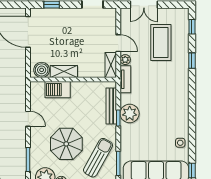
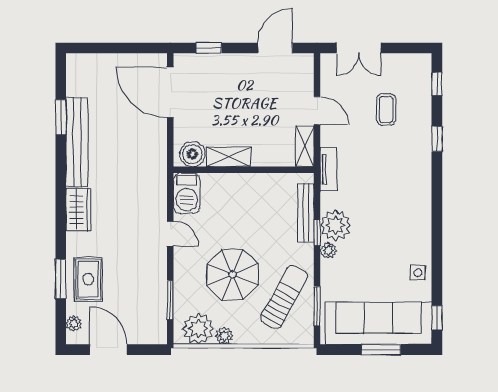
coffee table: (161, 42) -> (386, 110), width x0.54, depth x0.58
plant: (125, 60) -> (328, 250), moved
barbecue: (58, 90) -> (187, 193), moved, turned -90

